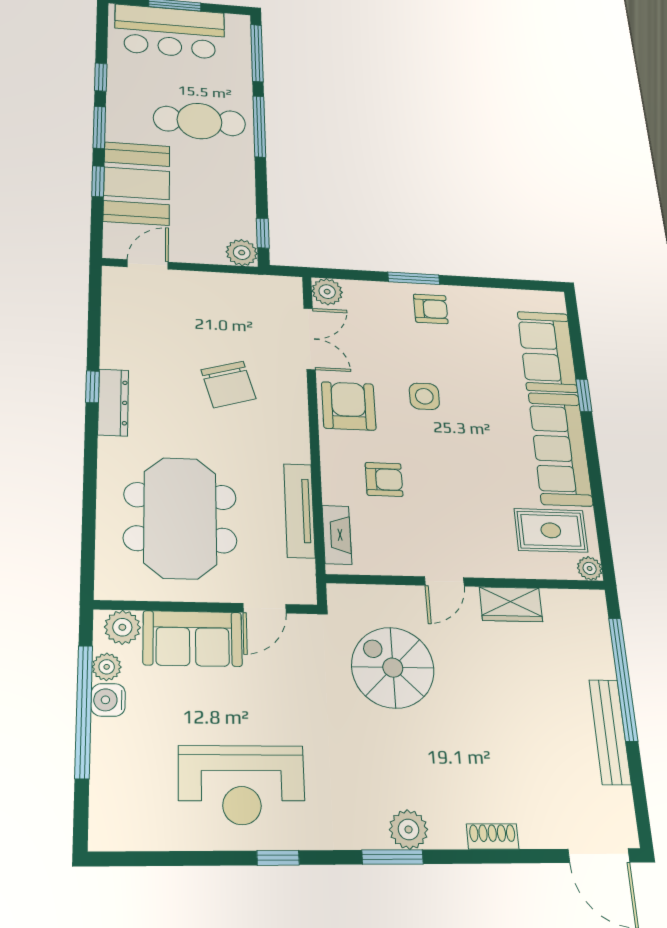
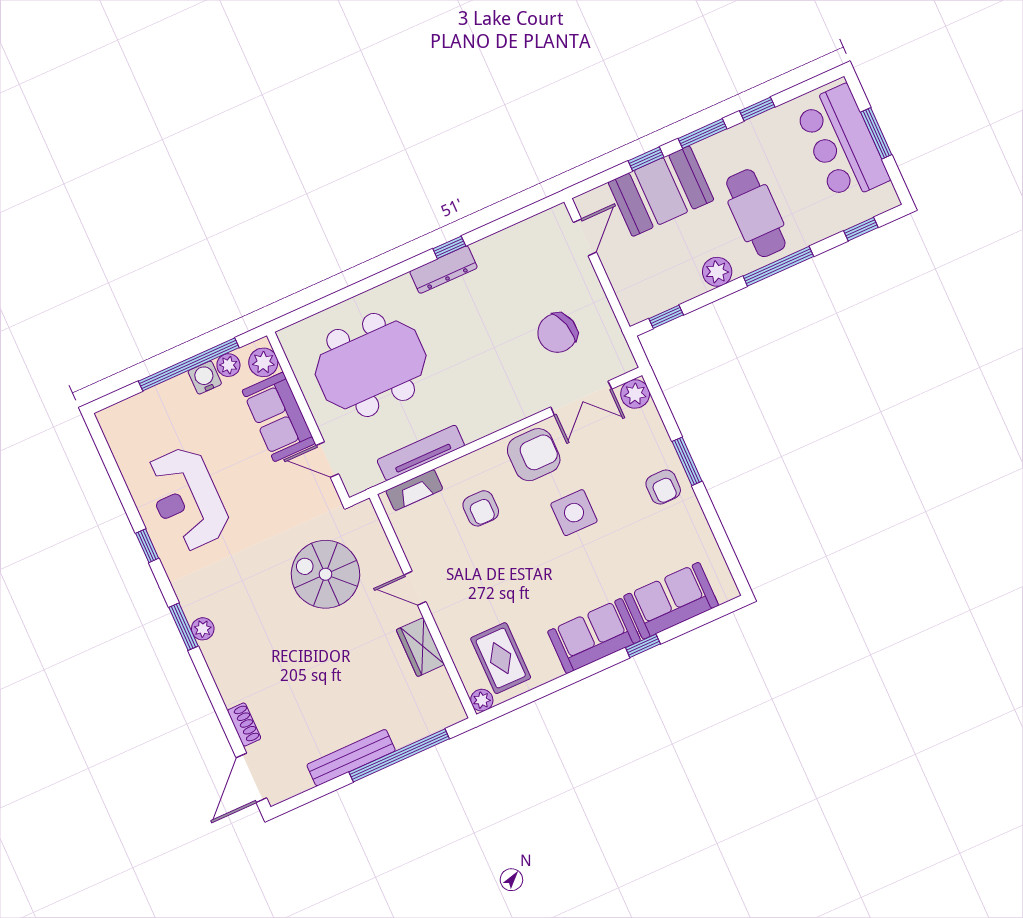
window: (257, 53) -> (861, 229), width x0.46
plant: (242, 253) -> (717, 272), moved
door: (148, 264) -> (585, 237), hinge flipped
chair: (228, 384) -> (557, 333), moved
side table: (424, 396) -> (574, 513), width x1.37, depth x1.37
sofa: (560, 449) -> (594, 636), width x0.73
spiral stairs: (393, 668) -> (325, 574), turned -90
plant: (409, 830) -> (203, 629), width x0.73, depth x0.73
shoe rack: (493, 836) -> (244, 725), moved

